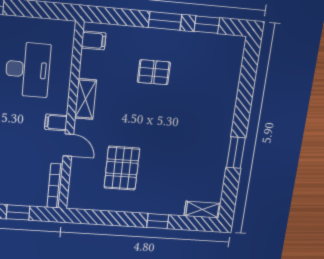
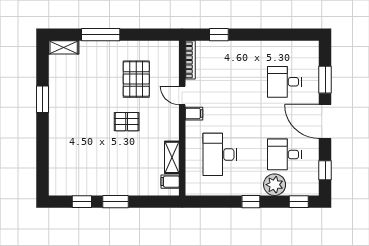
pallet: (154, 72) -> (127, 122), moved
shelving: (86, 99) -> (172, 157), moved
window: (158, 221) -> (101, 35), width x2.17

